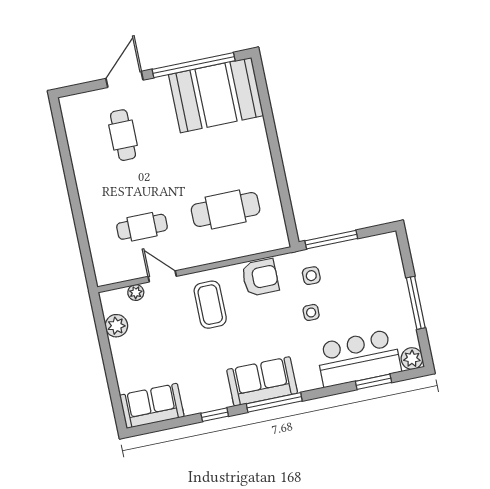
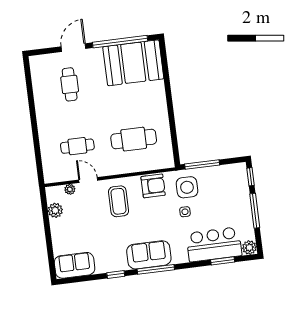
window: (405, 252) -> (250, 177), added
side table: (311, 276) -> (187, 187), width x1.87, depth x1.87

